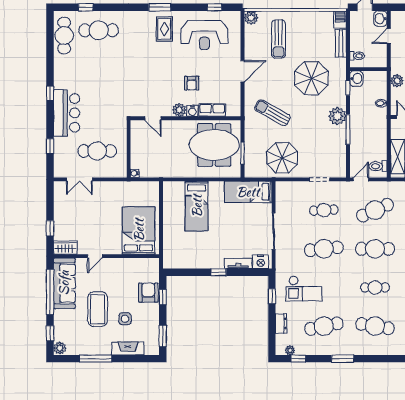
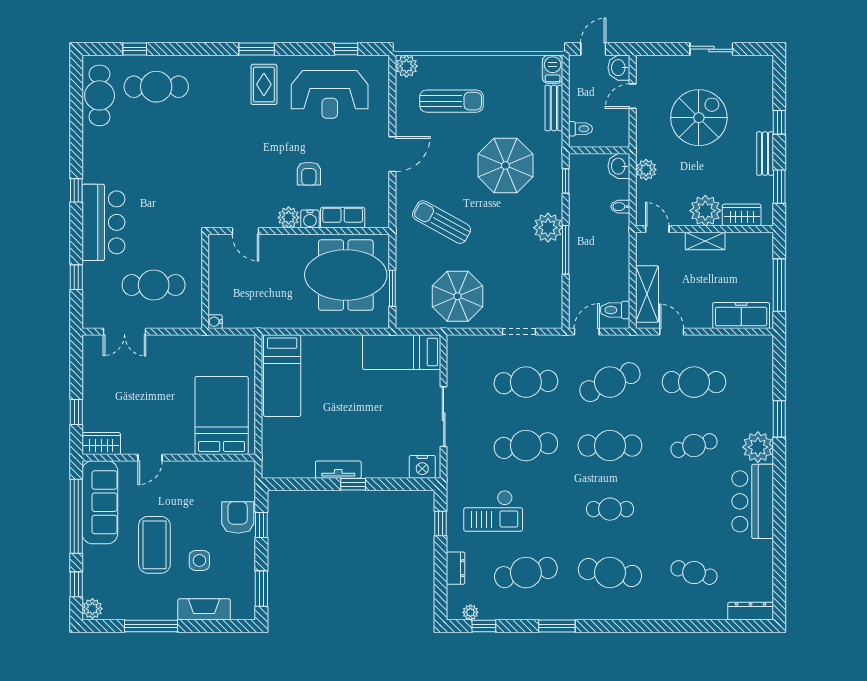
sun lounger: (279, 39) -> (451, 101), turned -90
washbasin: (356, 79) -> (619, 166), moved, turned 180
bed: (197, 206) -> (282, 376), moved
cafe table: (324, 210) -> (526, 382), width x1.37, depth x1.35
tv unit: (238, 263) -> (338, 470), moved

